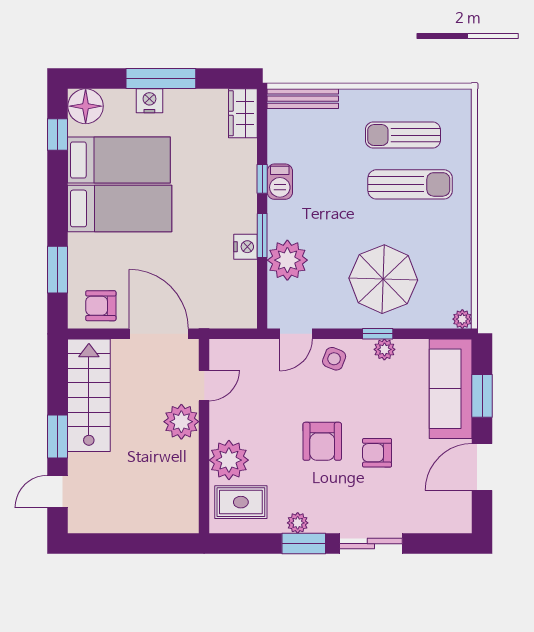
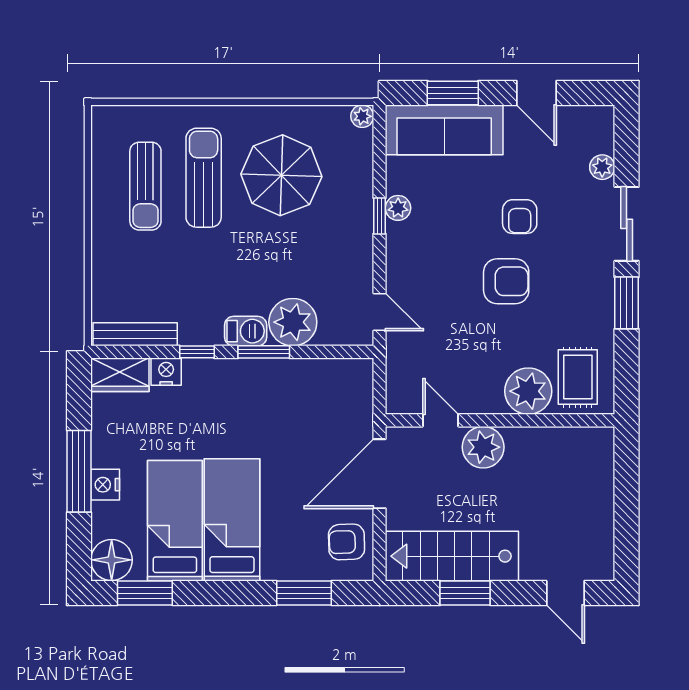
bench: (303, 99) -> (135, 334), moved, turned 90
window: (57, 135) -> (145, 593), width x1.50
barbecue: (280, 182) -> (246, 331), moved
nightstand: (245, 247) -> (166, 372), moved
parasol: (383, 279) -> (281, 175), moved
armchair: (101, 306) -> (347, 542), turned 88
side table: (334, 359) -> (409, 267), removed
window: (57, 437) -> (465, 593), moved
door: (482, 467) -> (537, 93), width x0.73
plant: (298, 523) -> (602, 167), moved

